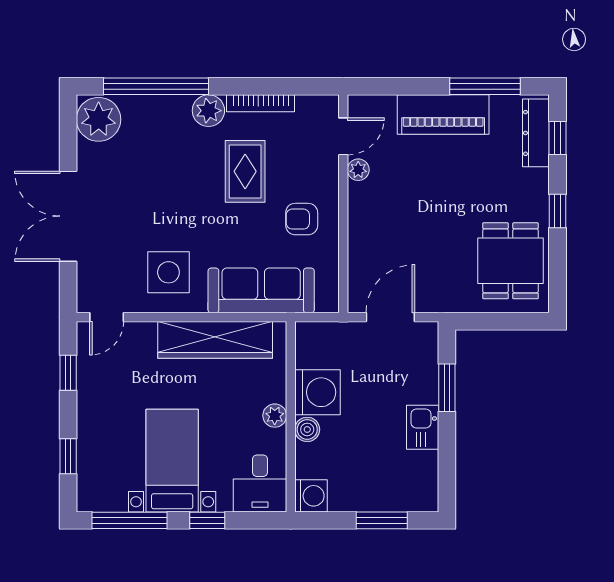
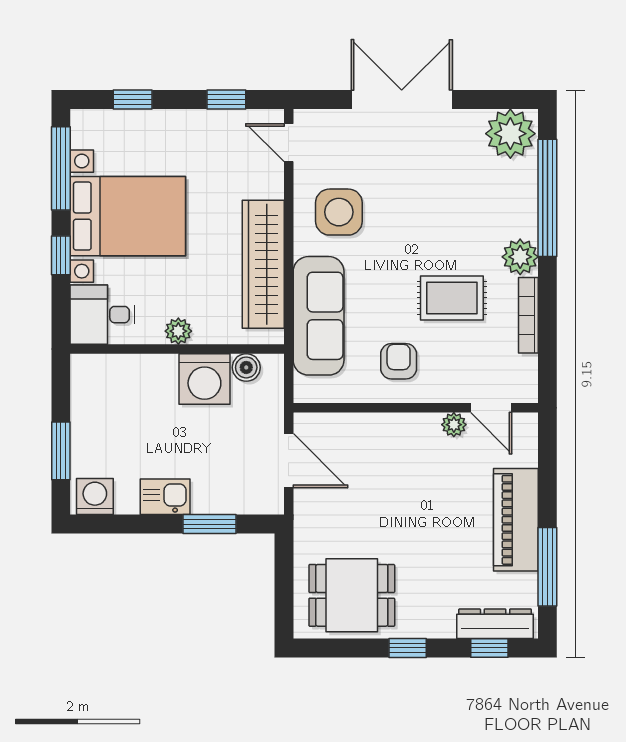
boiler: (307, 429) -> (246, 367), moved
bed with nightstands: (172, 461) -> (128, 216), width x1.36
washing machine: (311, 496) -> (95, 497), moved, turned 180

